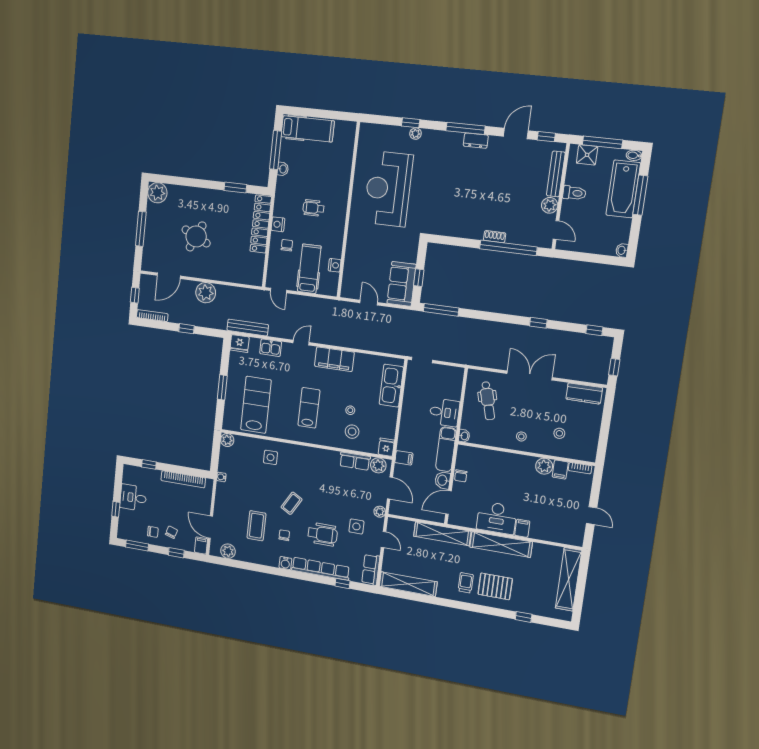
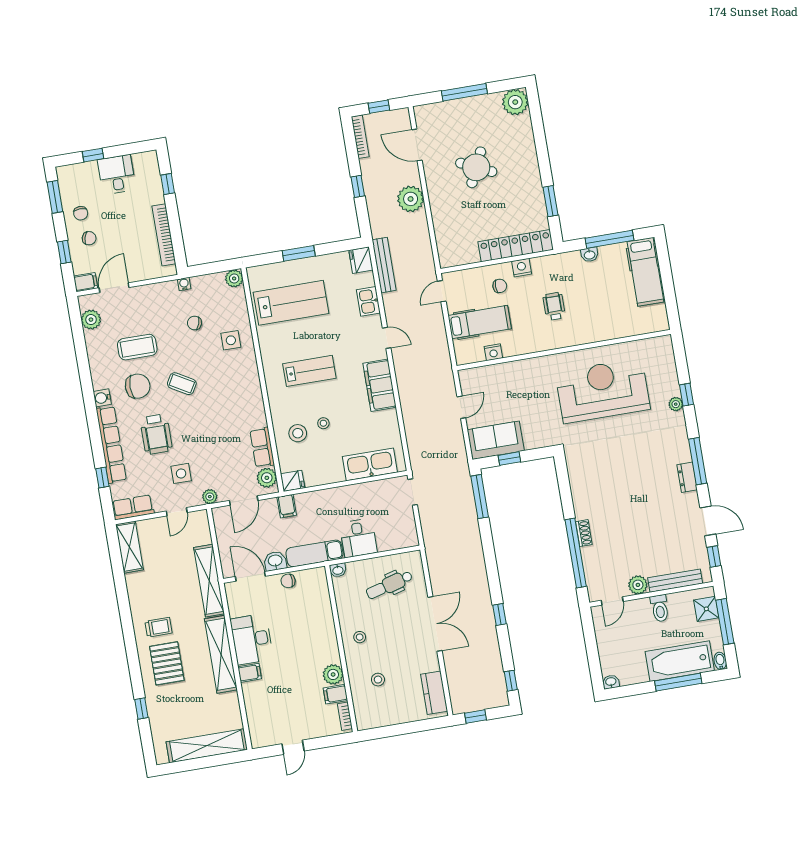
chair: (251, 479) -> (194, 323), added
chair: (284, 535) -> (138, 386), width x1.87, depth x1.87
shelving: (408, 584) -> (129, 547), width x0.68

